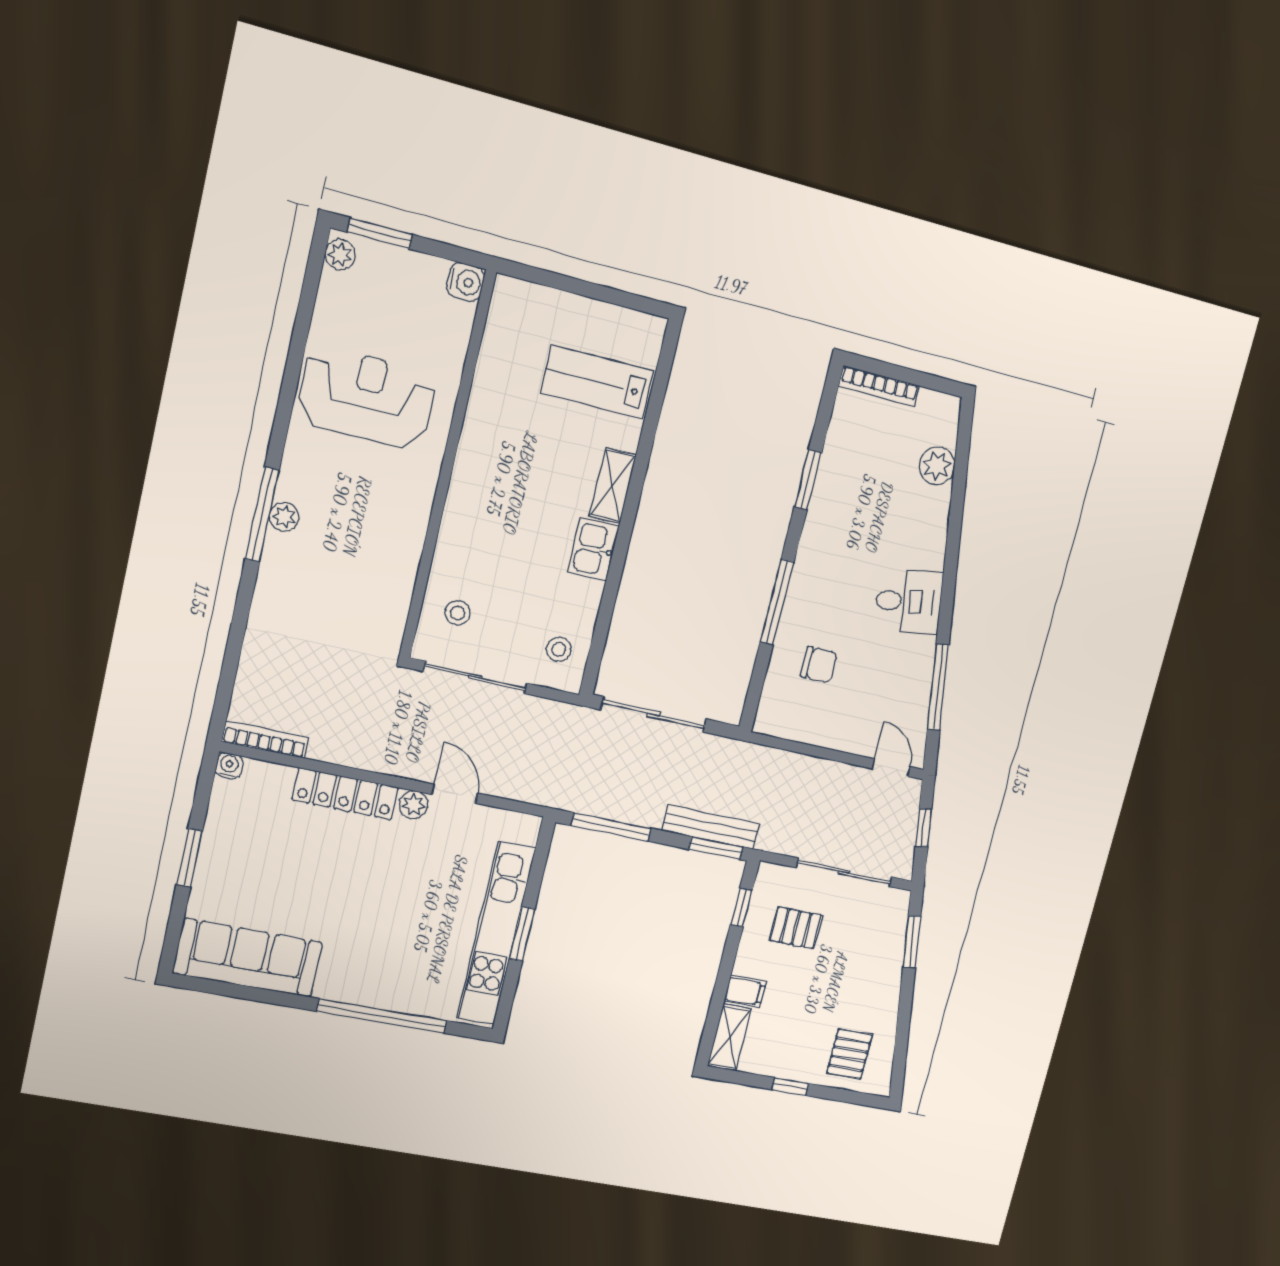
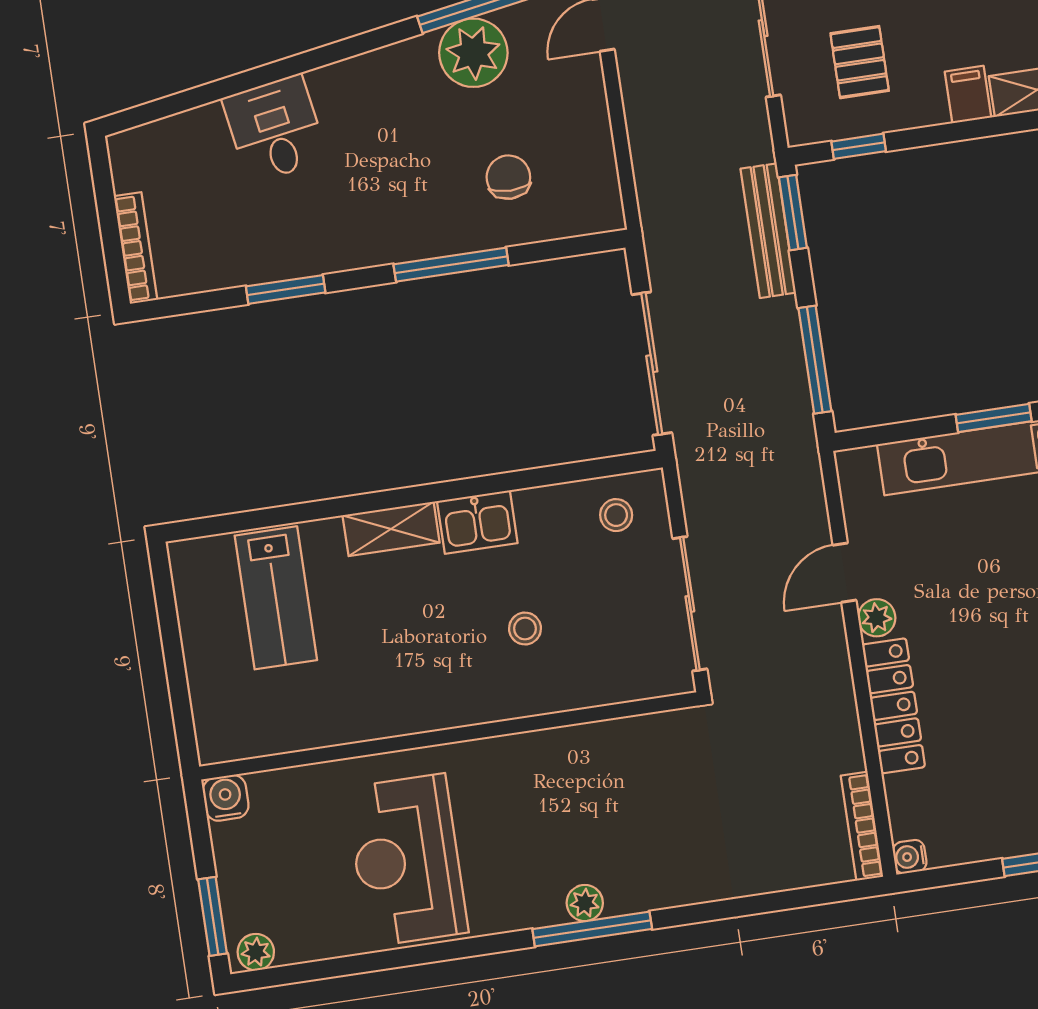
plant: (937, 466) -> (473, 53), moved, width x1.36, depth x1.36
desk: (909, 602) -> (275, 129), moved
stool: (458, 613) -> (525, 629), moved

